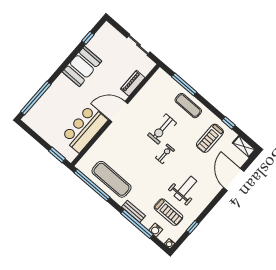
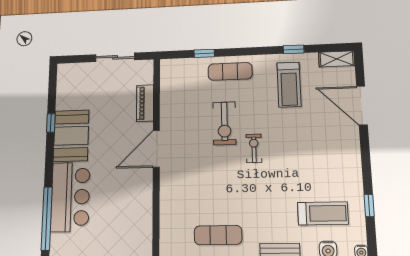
window: (88, 38) -> (51, 123), moved
window: (184, 84) -> (204, 53), width x0.46
bar counter: (84, 129) -> (70, 197), moved, turned 180
exercise mat: (112, 179) -> (218, 235), width x0.73, depth x0.69
weight bench: (185, 188) -> (316, 167), removed

